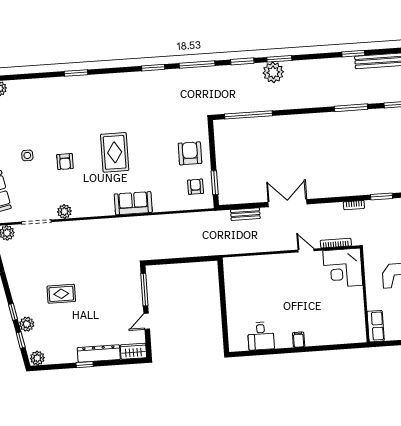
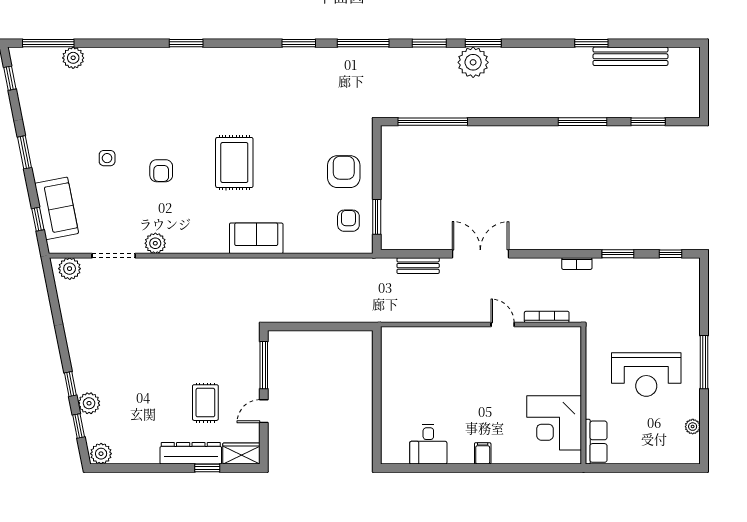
corner desk: (343, 268) -> (554, 423), moved
rug: (61, 294) -> (205, 403), moved, turned 90
window: (85, 365) -> (207, 468), moved

